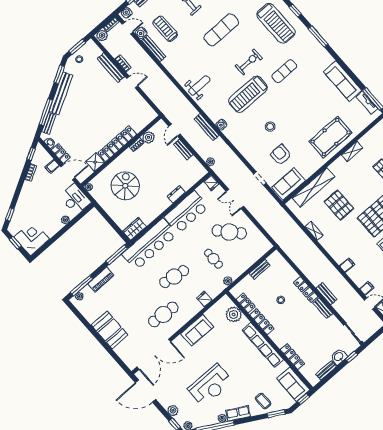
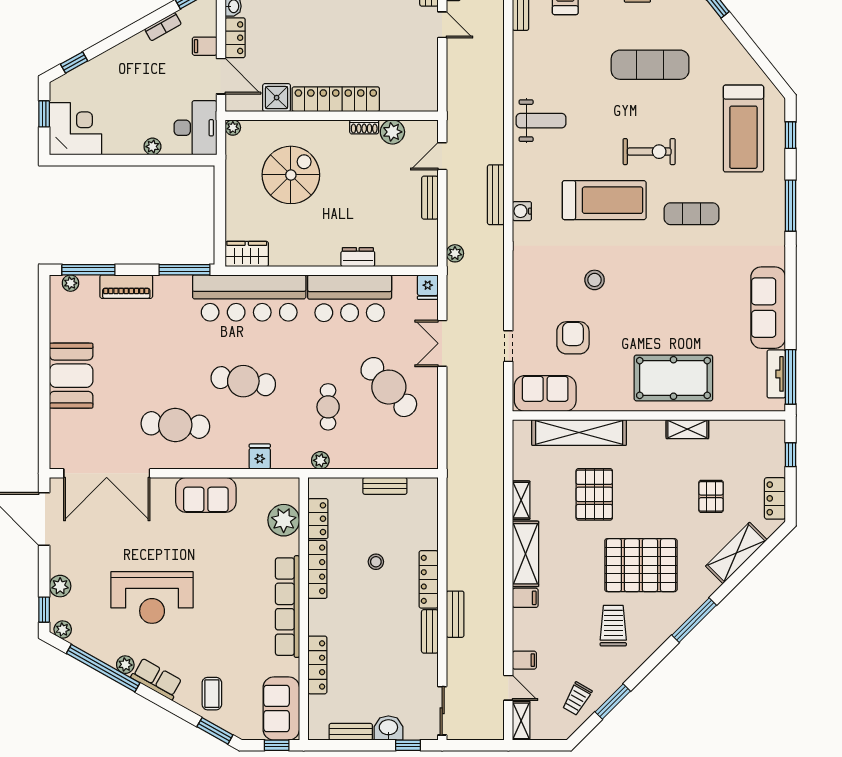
treadmill: (248, 94) -> (604, 200), turned 180
shelving: (333, 249) -> (526, 554), added

